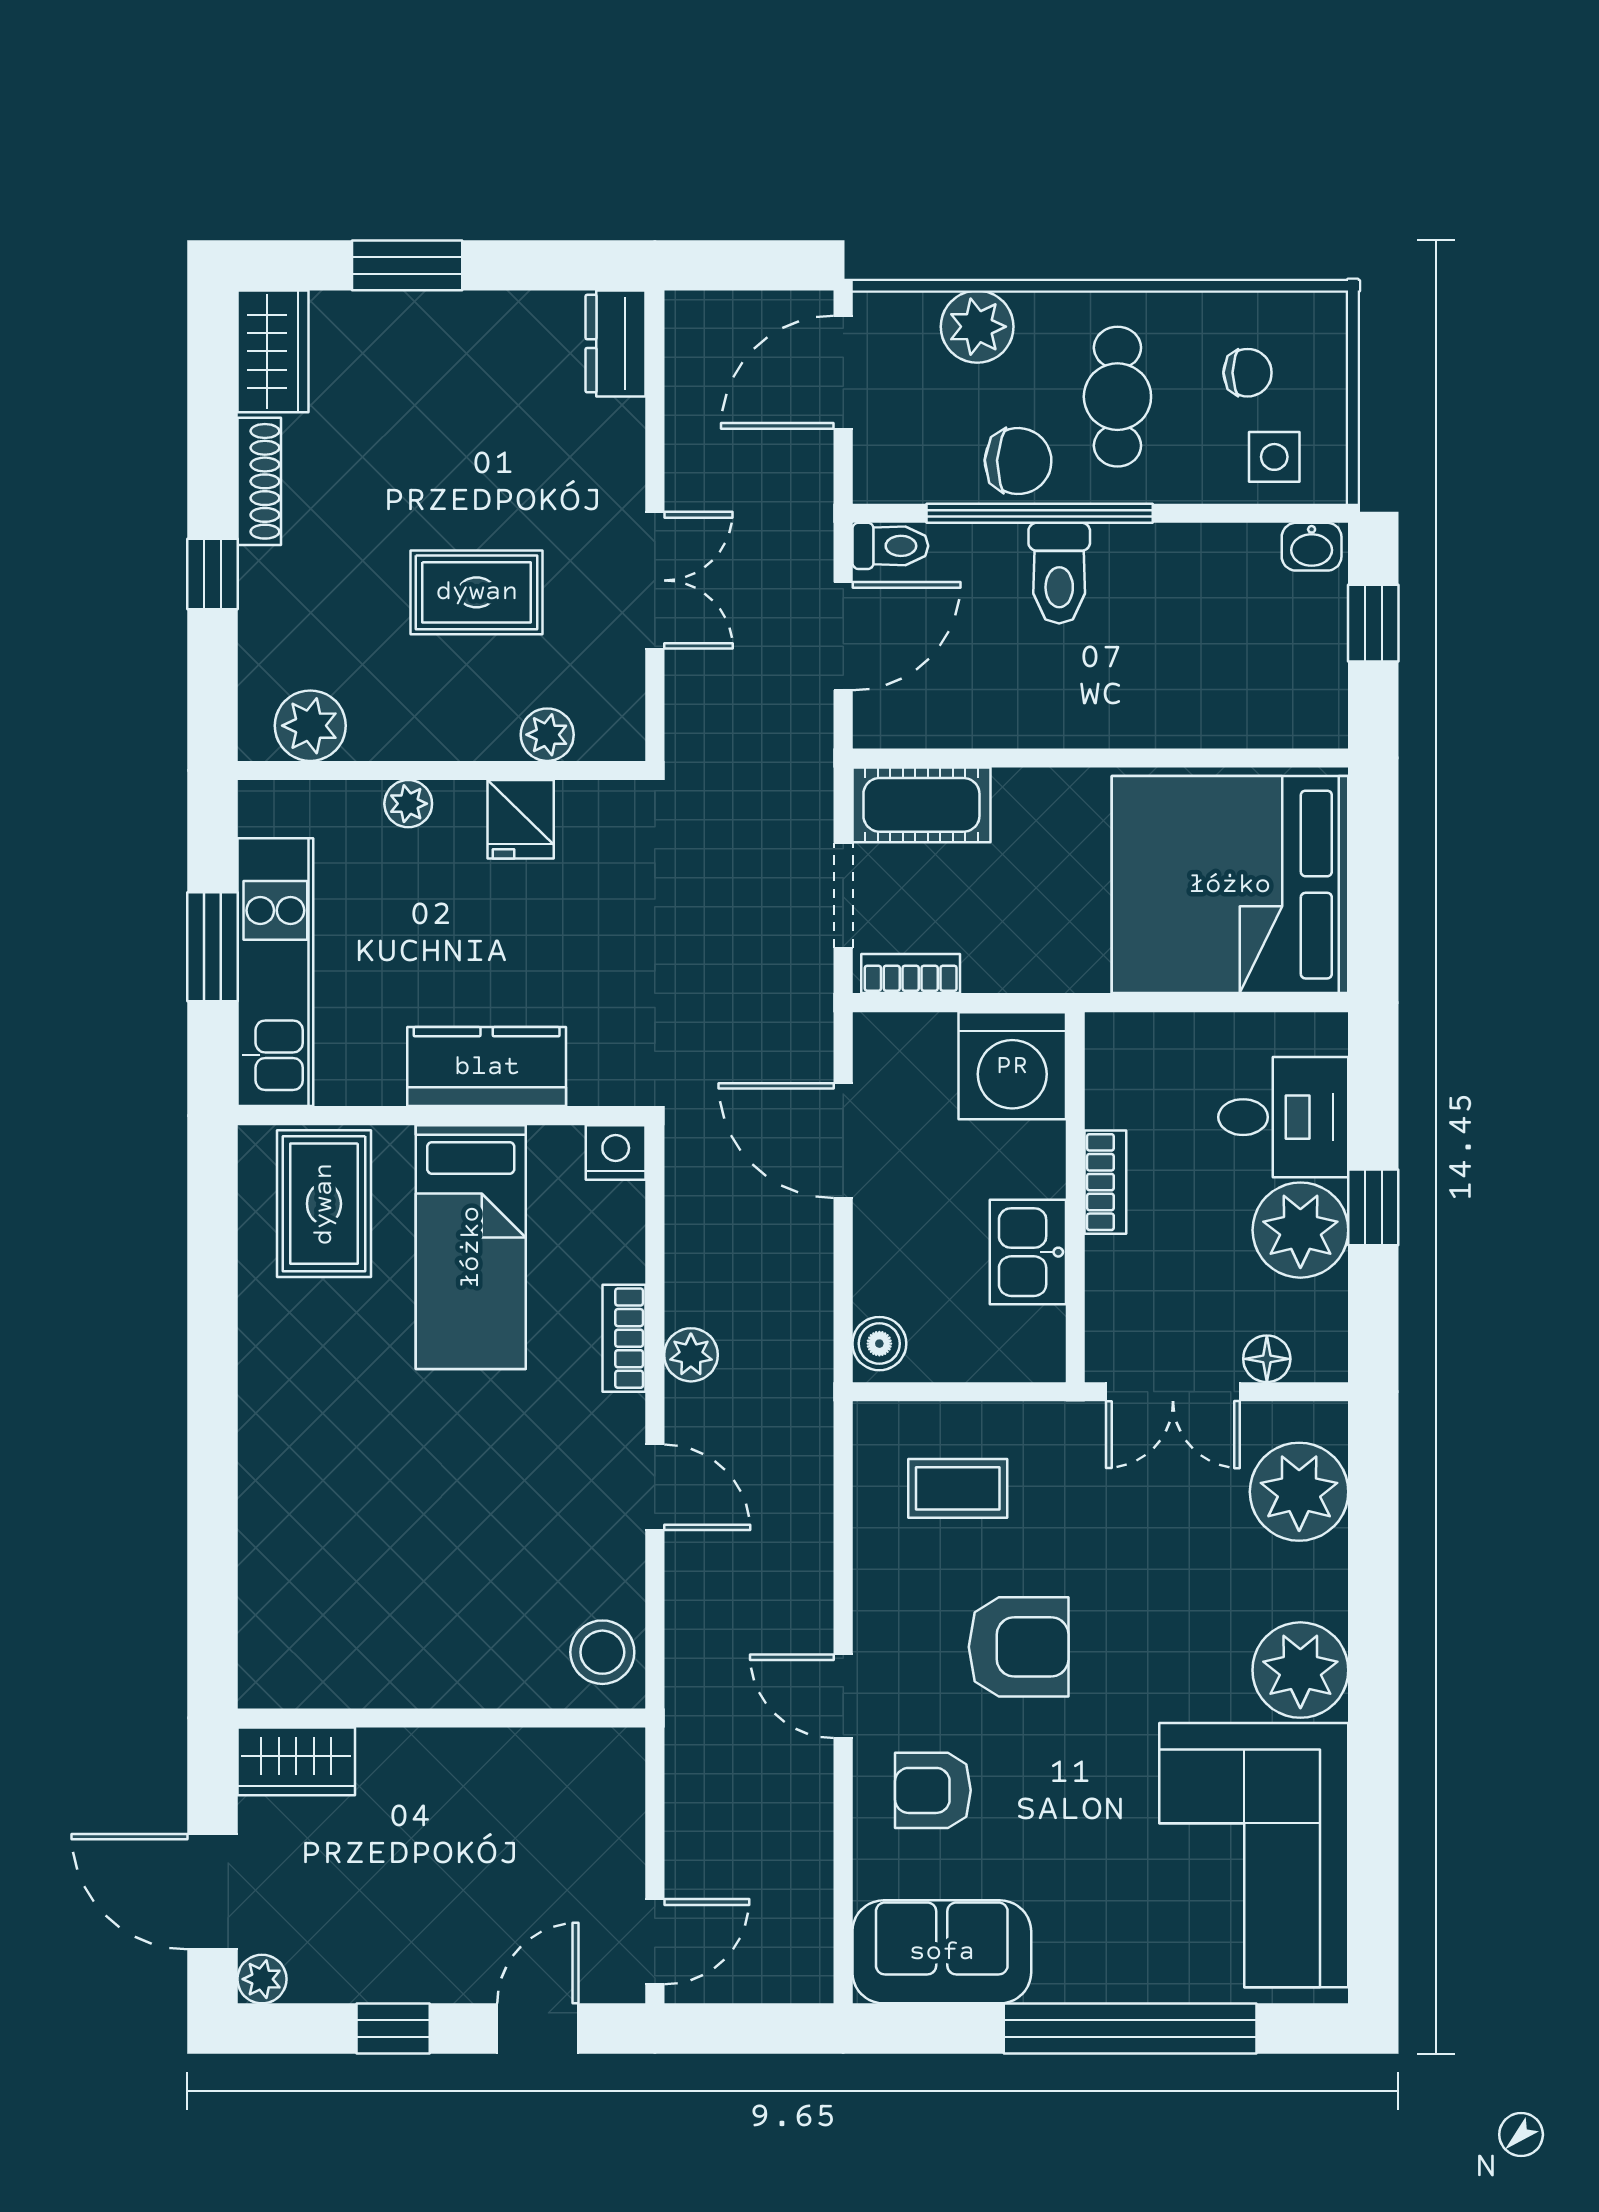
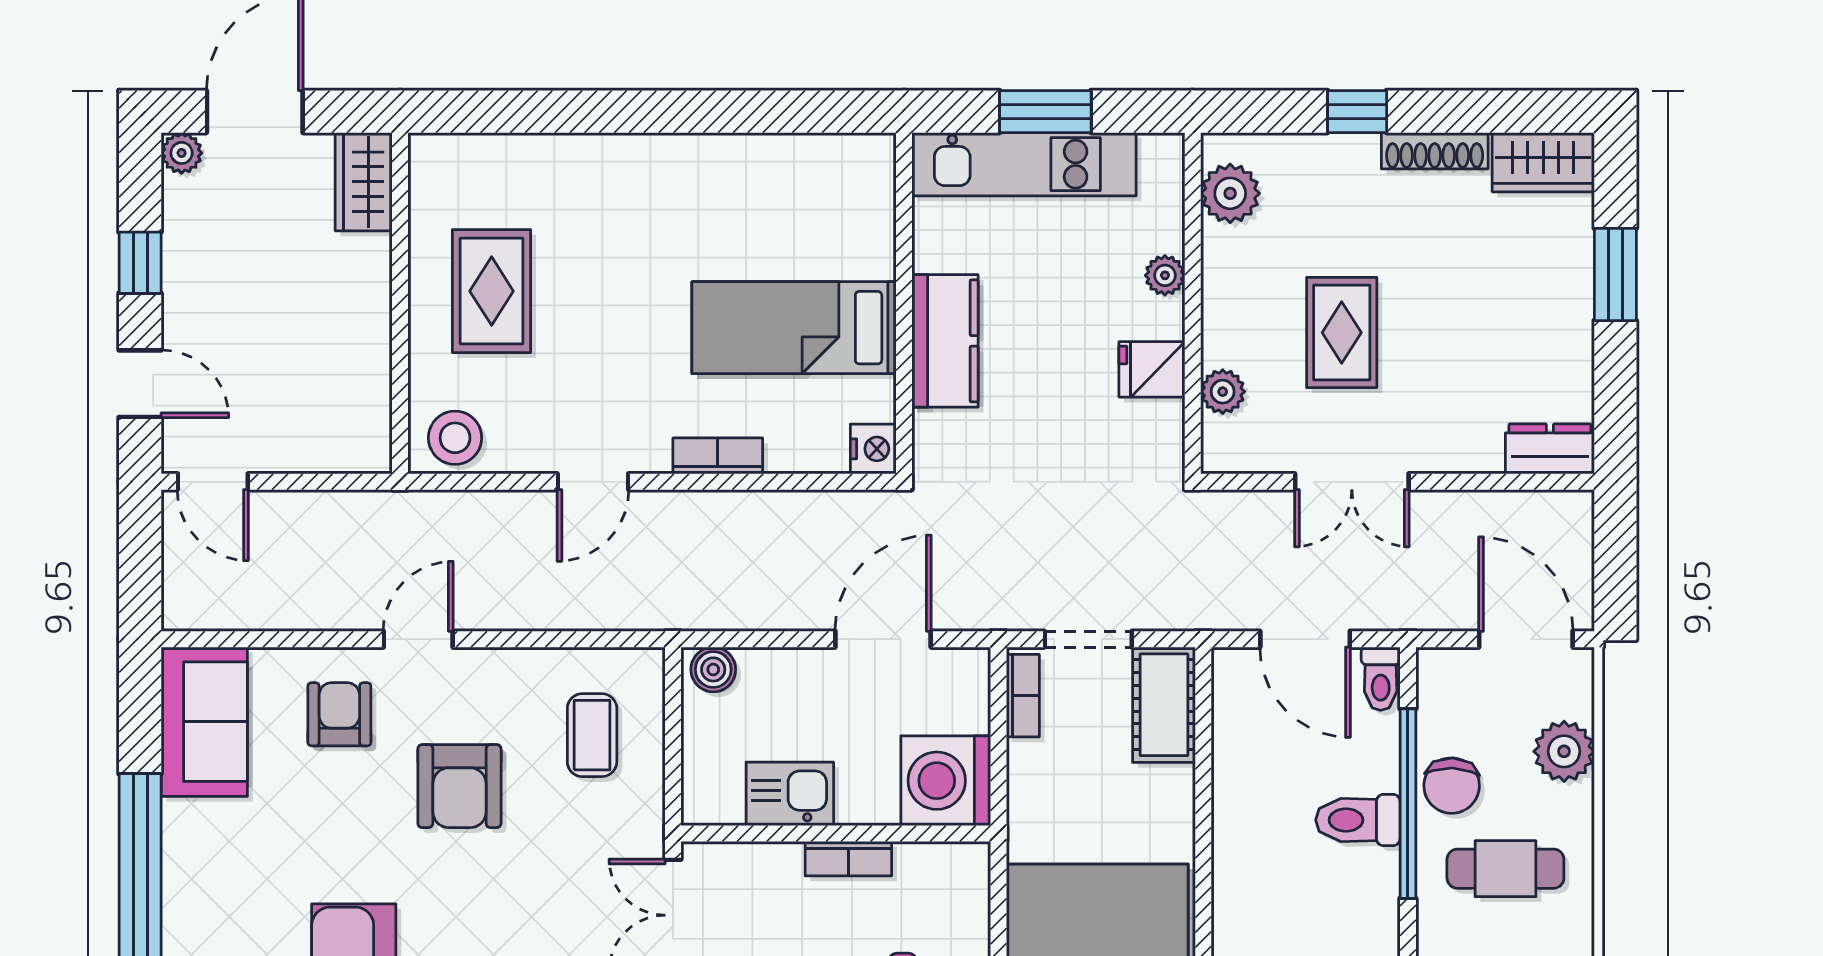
rug: (324, 1204) -> (492, 291), moved, turned 90
plant: (691, 1355) -> (704, 512), removed

